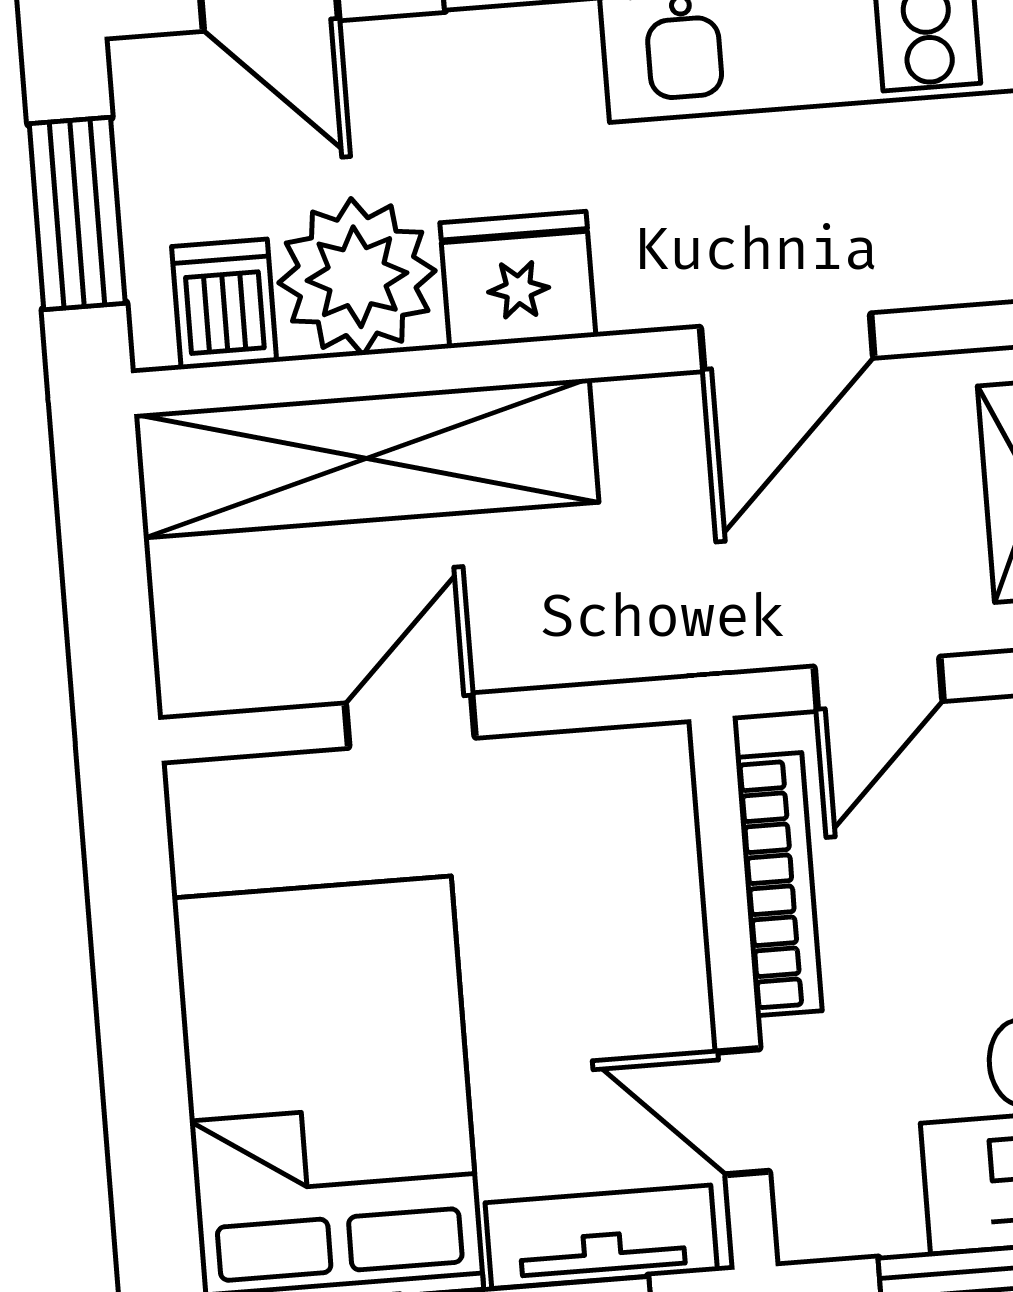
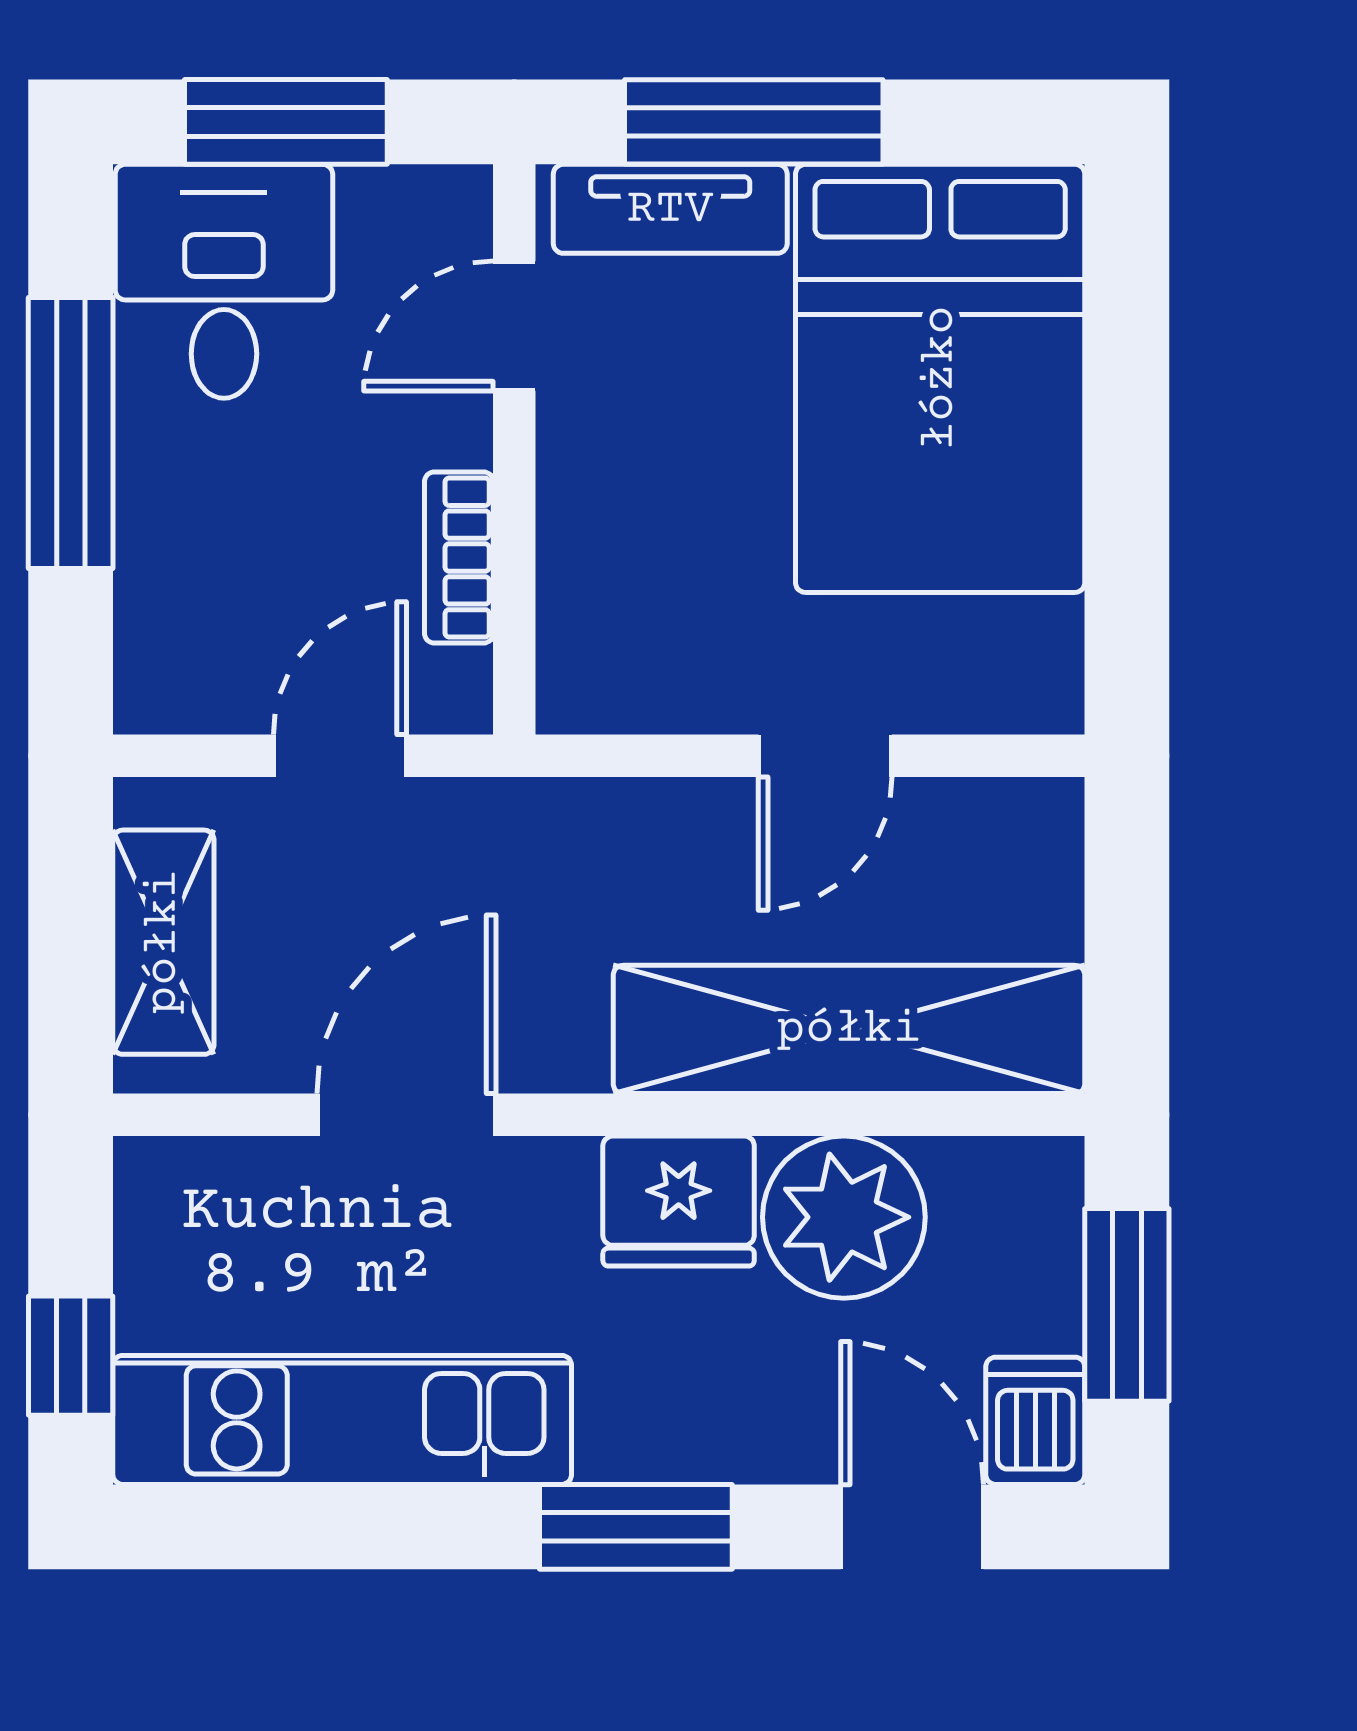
dishwasher: (224, 304) -> (1035, 1421), moved, turned 180
bookcase: (779, 884) -> (459, 558), width x0.64
door: (743, 1112) -> (514, 326), swing flipped

